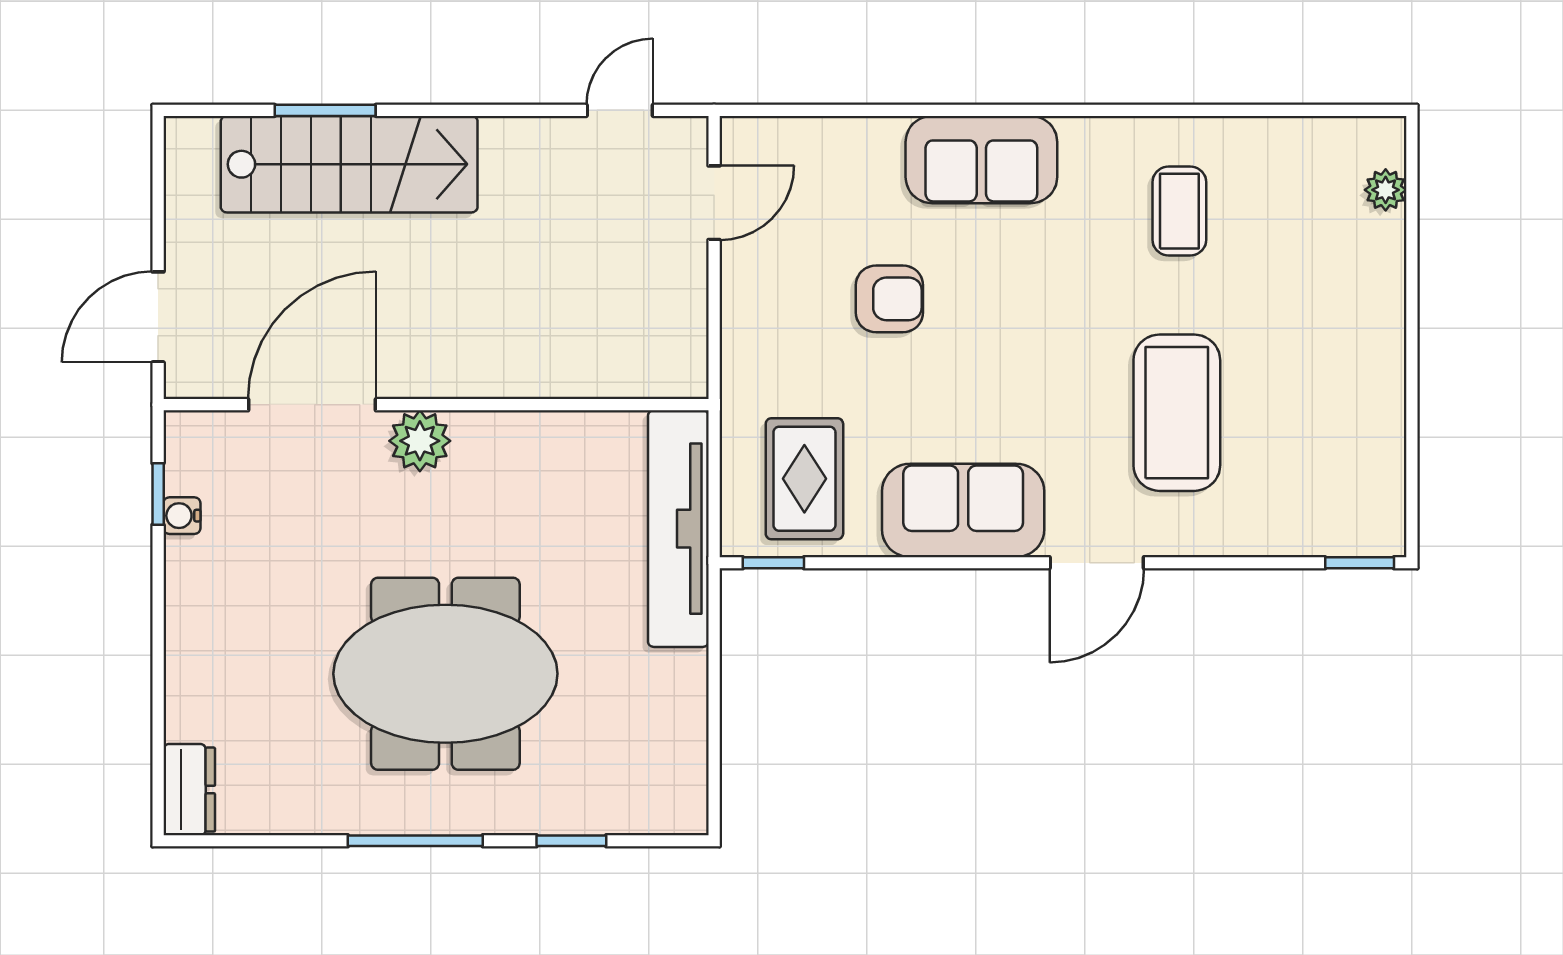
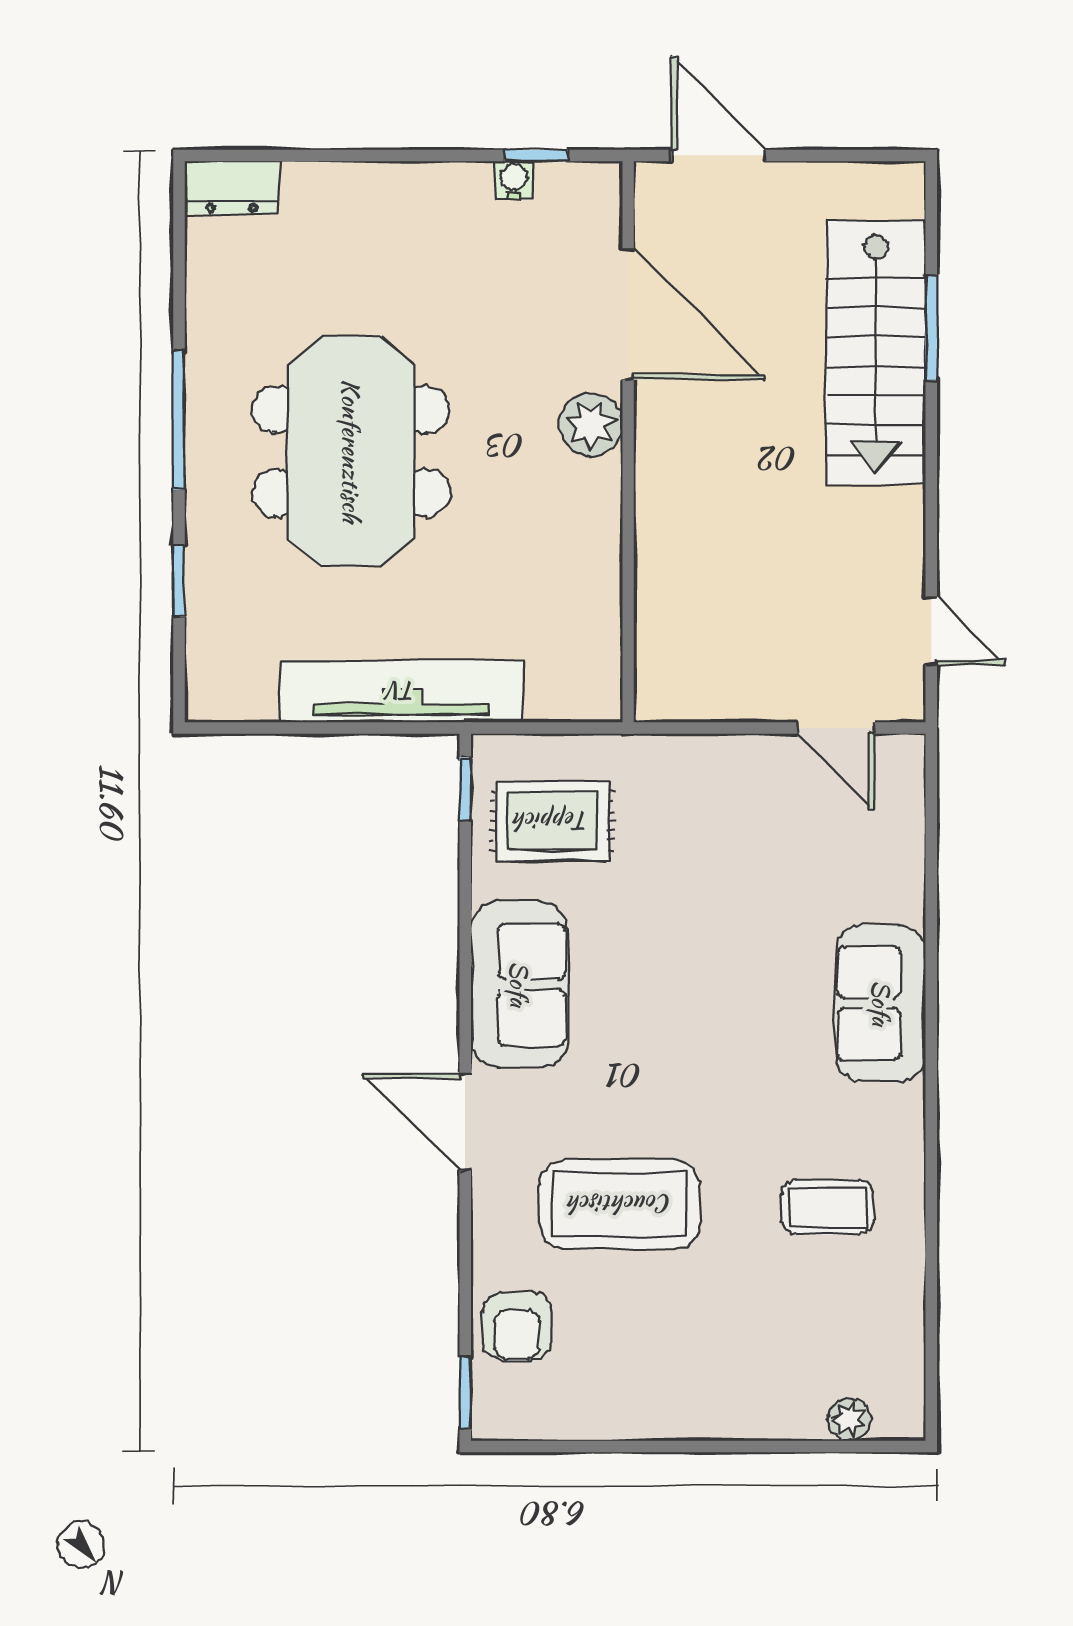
armchair: (889, 299) -> (517, 1326), moved
tv unit: (678, 529) -> (402, 691), moved

